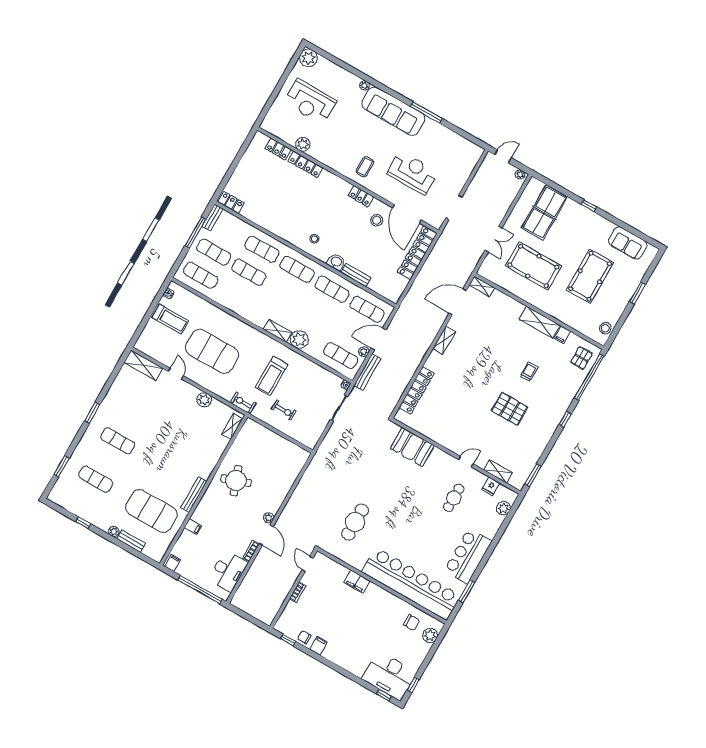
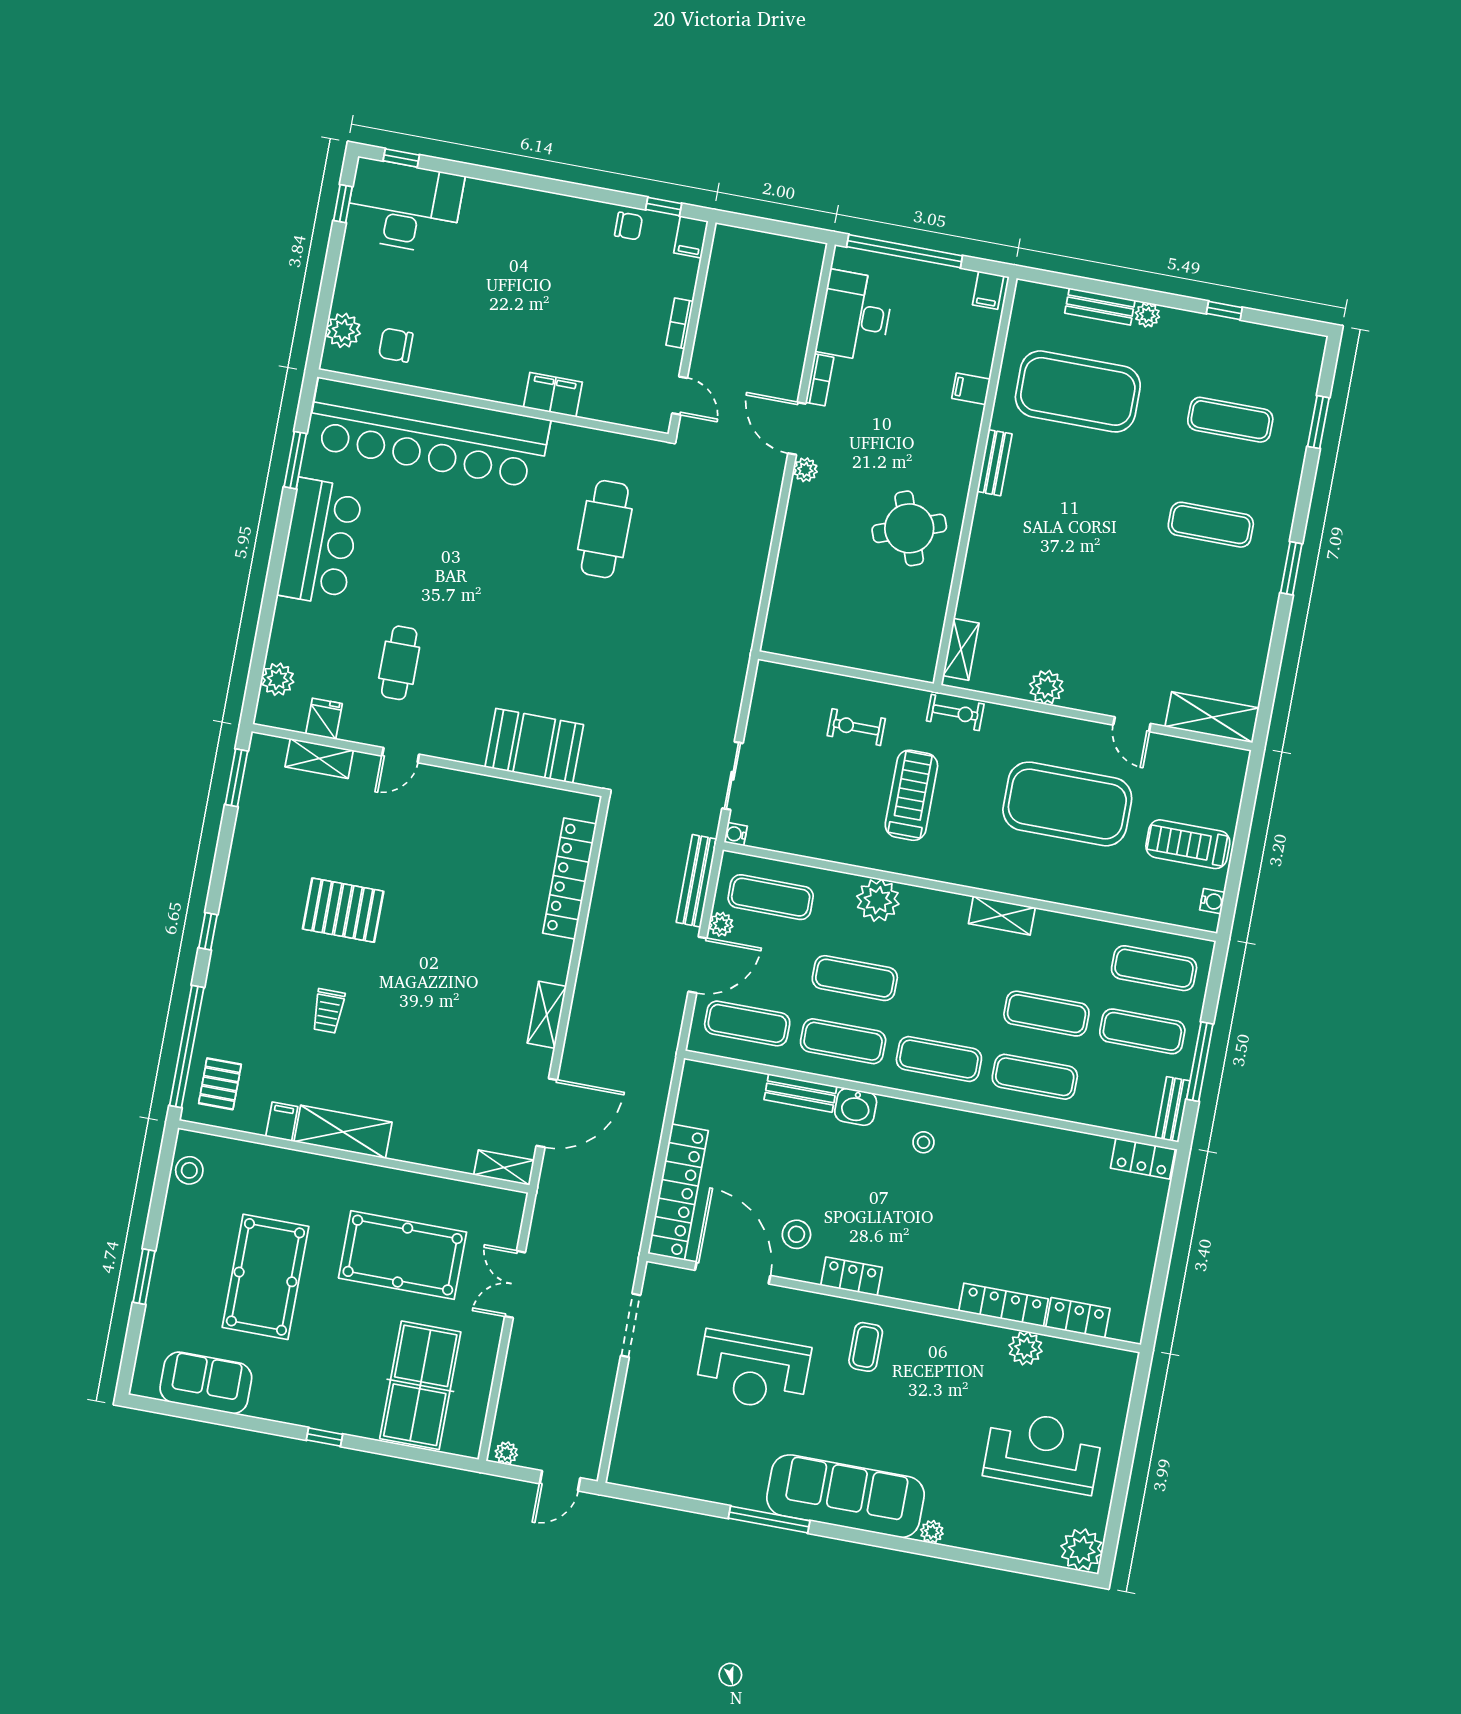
exercise mat: (319, 312) -> (855, 978), added
shelving: (278, 331) -> (1002, 916), moved
bench: (194, 495) -> (994, 463), width x0.73
filing cabinet: (318, 646) -> (691, 237), moved

